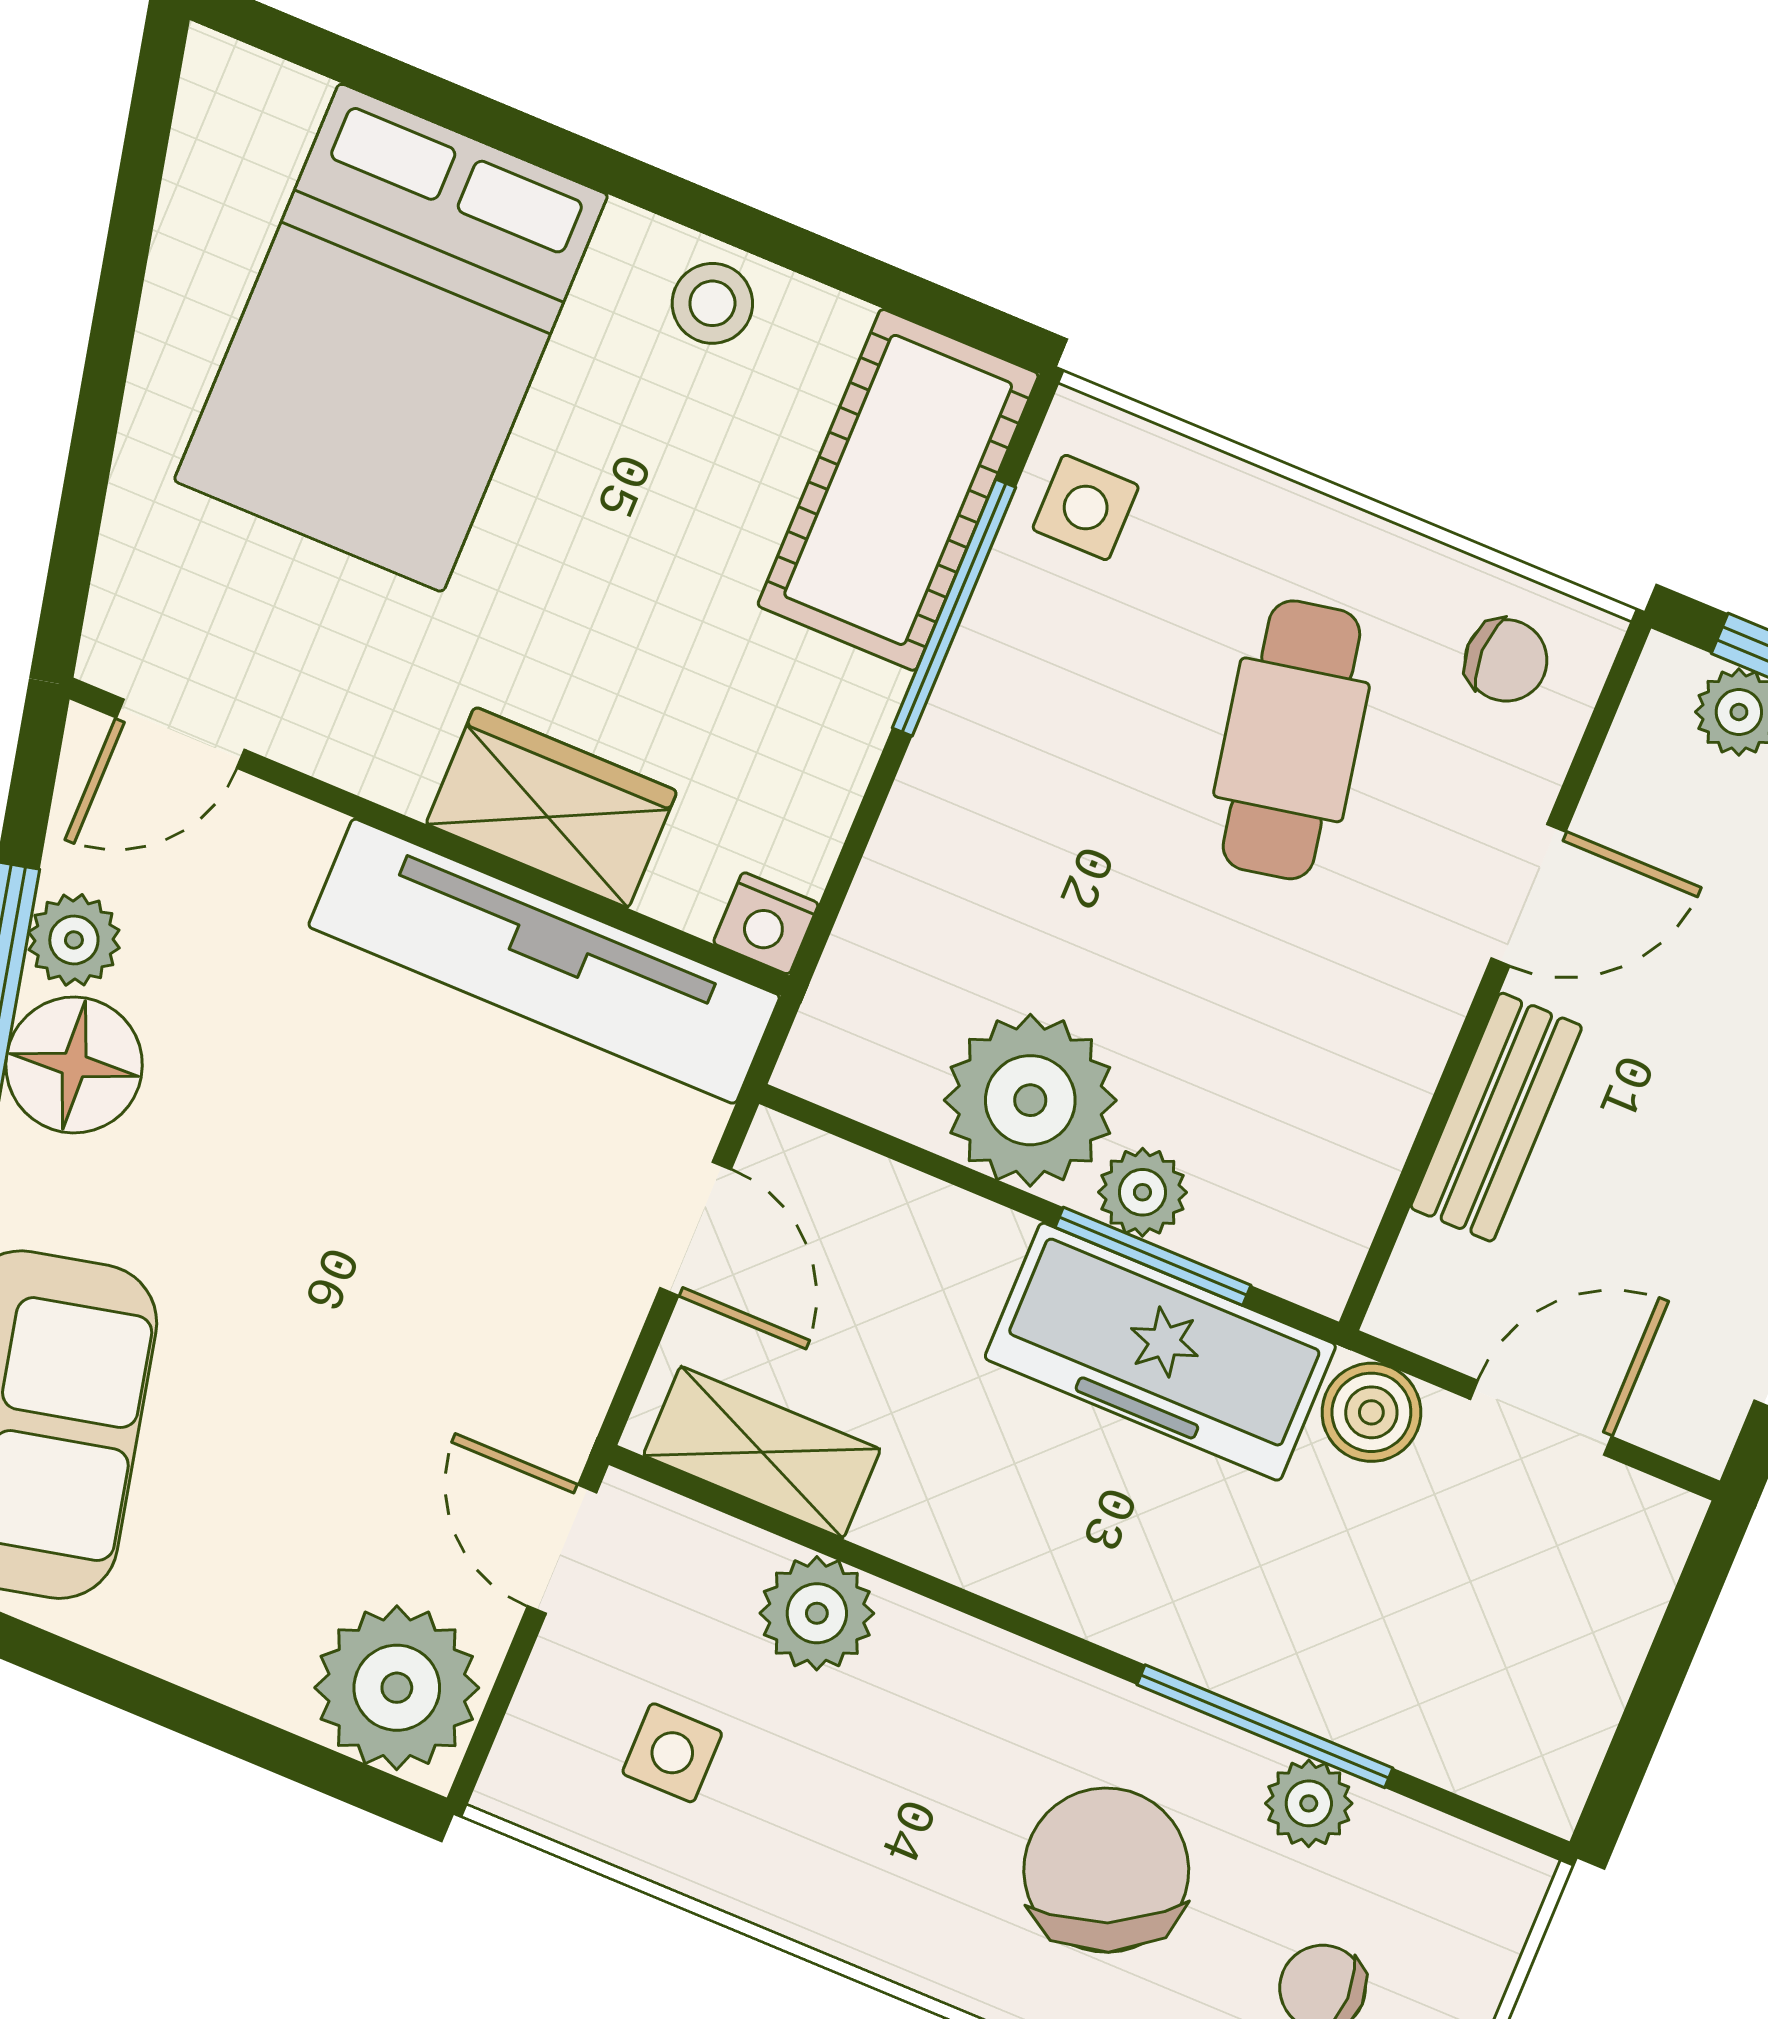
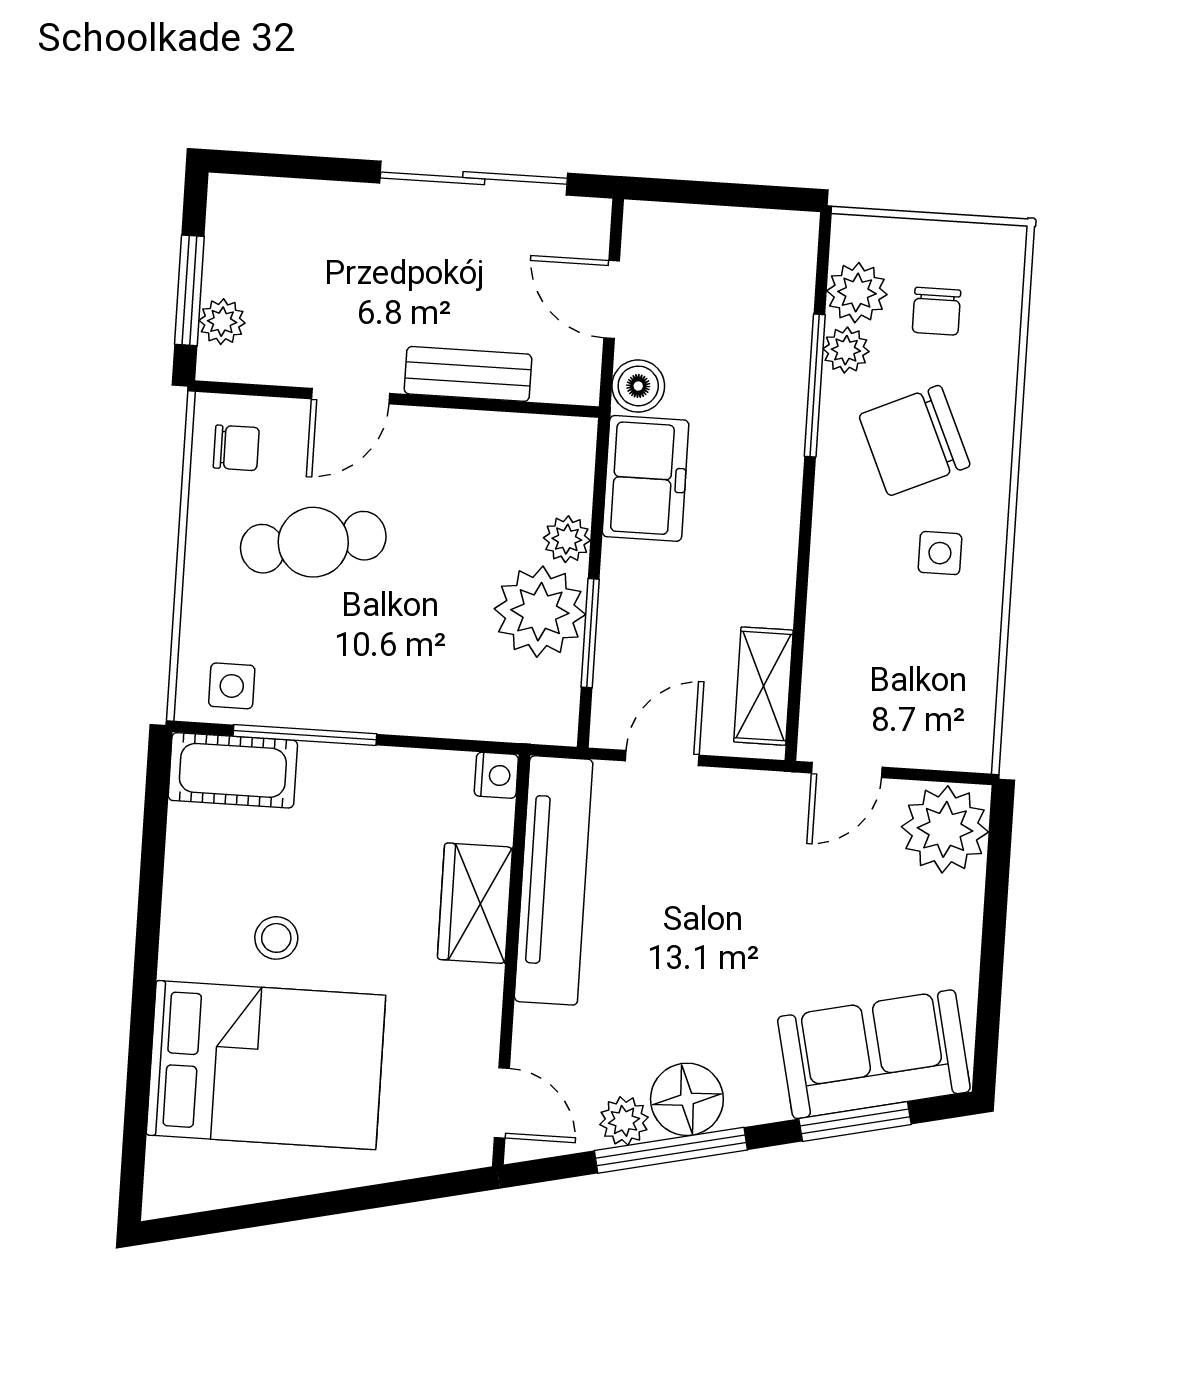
stool: (712, 303) -> (276, 938), moved
cot: (898, 490) -> (233, 770), width x0.73, depth x0.75
chair: (1506, 660) -> (236, 448), turned 90
door: (1528, 895) -> (350, 396), swing flipped
window: (1153, 1256) -> (590, 633), moved
freezer: (1160, 1352) -> (646, 478), width x0.71
plant: (817, 1613) -> (857, 293), moved
side table: (672, 1753) -> (940, 553), moved

